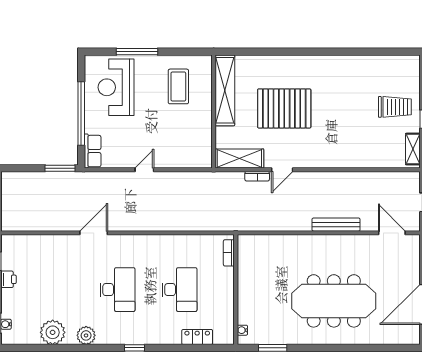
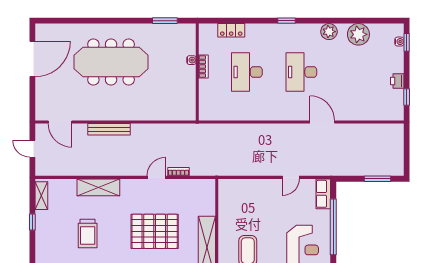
trolley: (395, 107) -> (88, 233), moved, turned -90
shelving: (239, 159) -> (98, 187), moved
window: (60, 168) -> (377, 179), moved
door: (144, 170) -> (291, 177), moved
door: (94, 233) -> (322, 122), swing flipped
bookcase: (229, 253) -> (203, 67), moved
water cooler: (242, 330) -> (191, 60), moved

